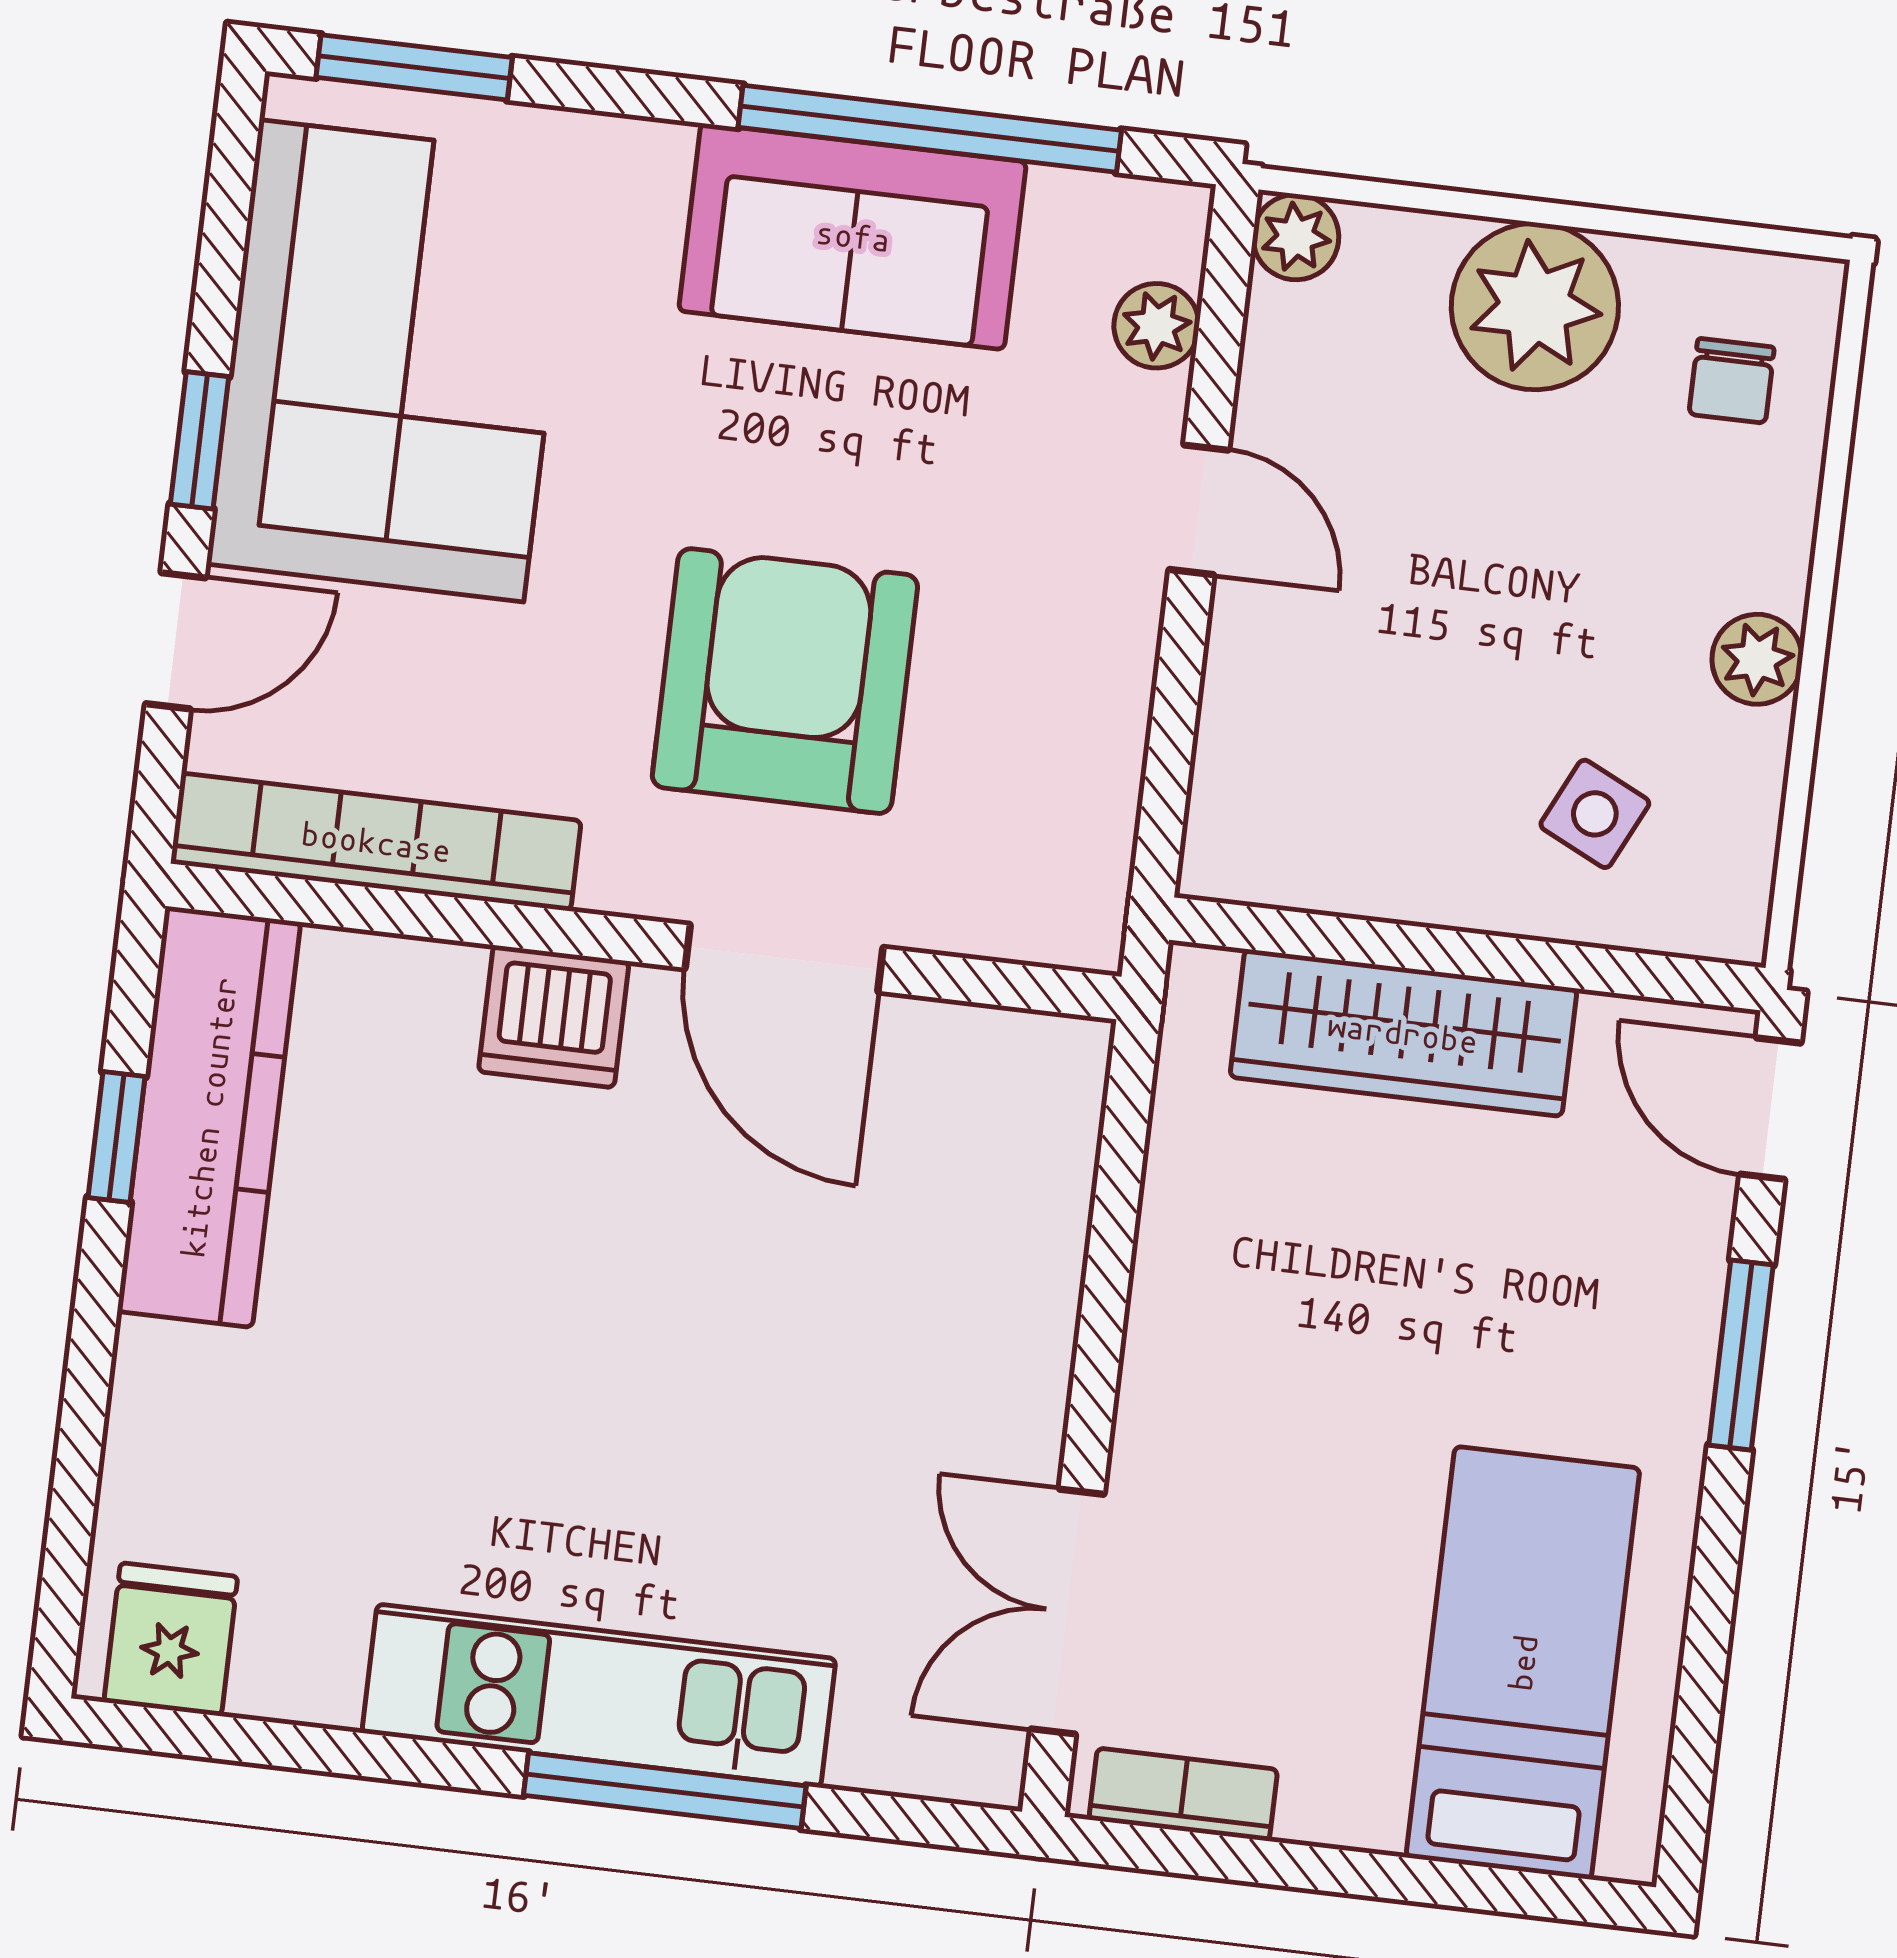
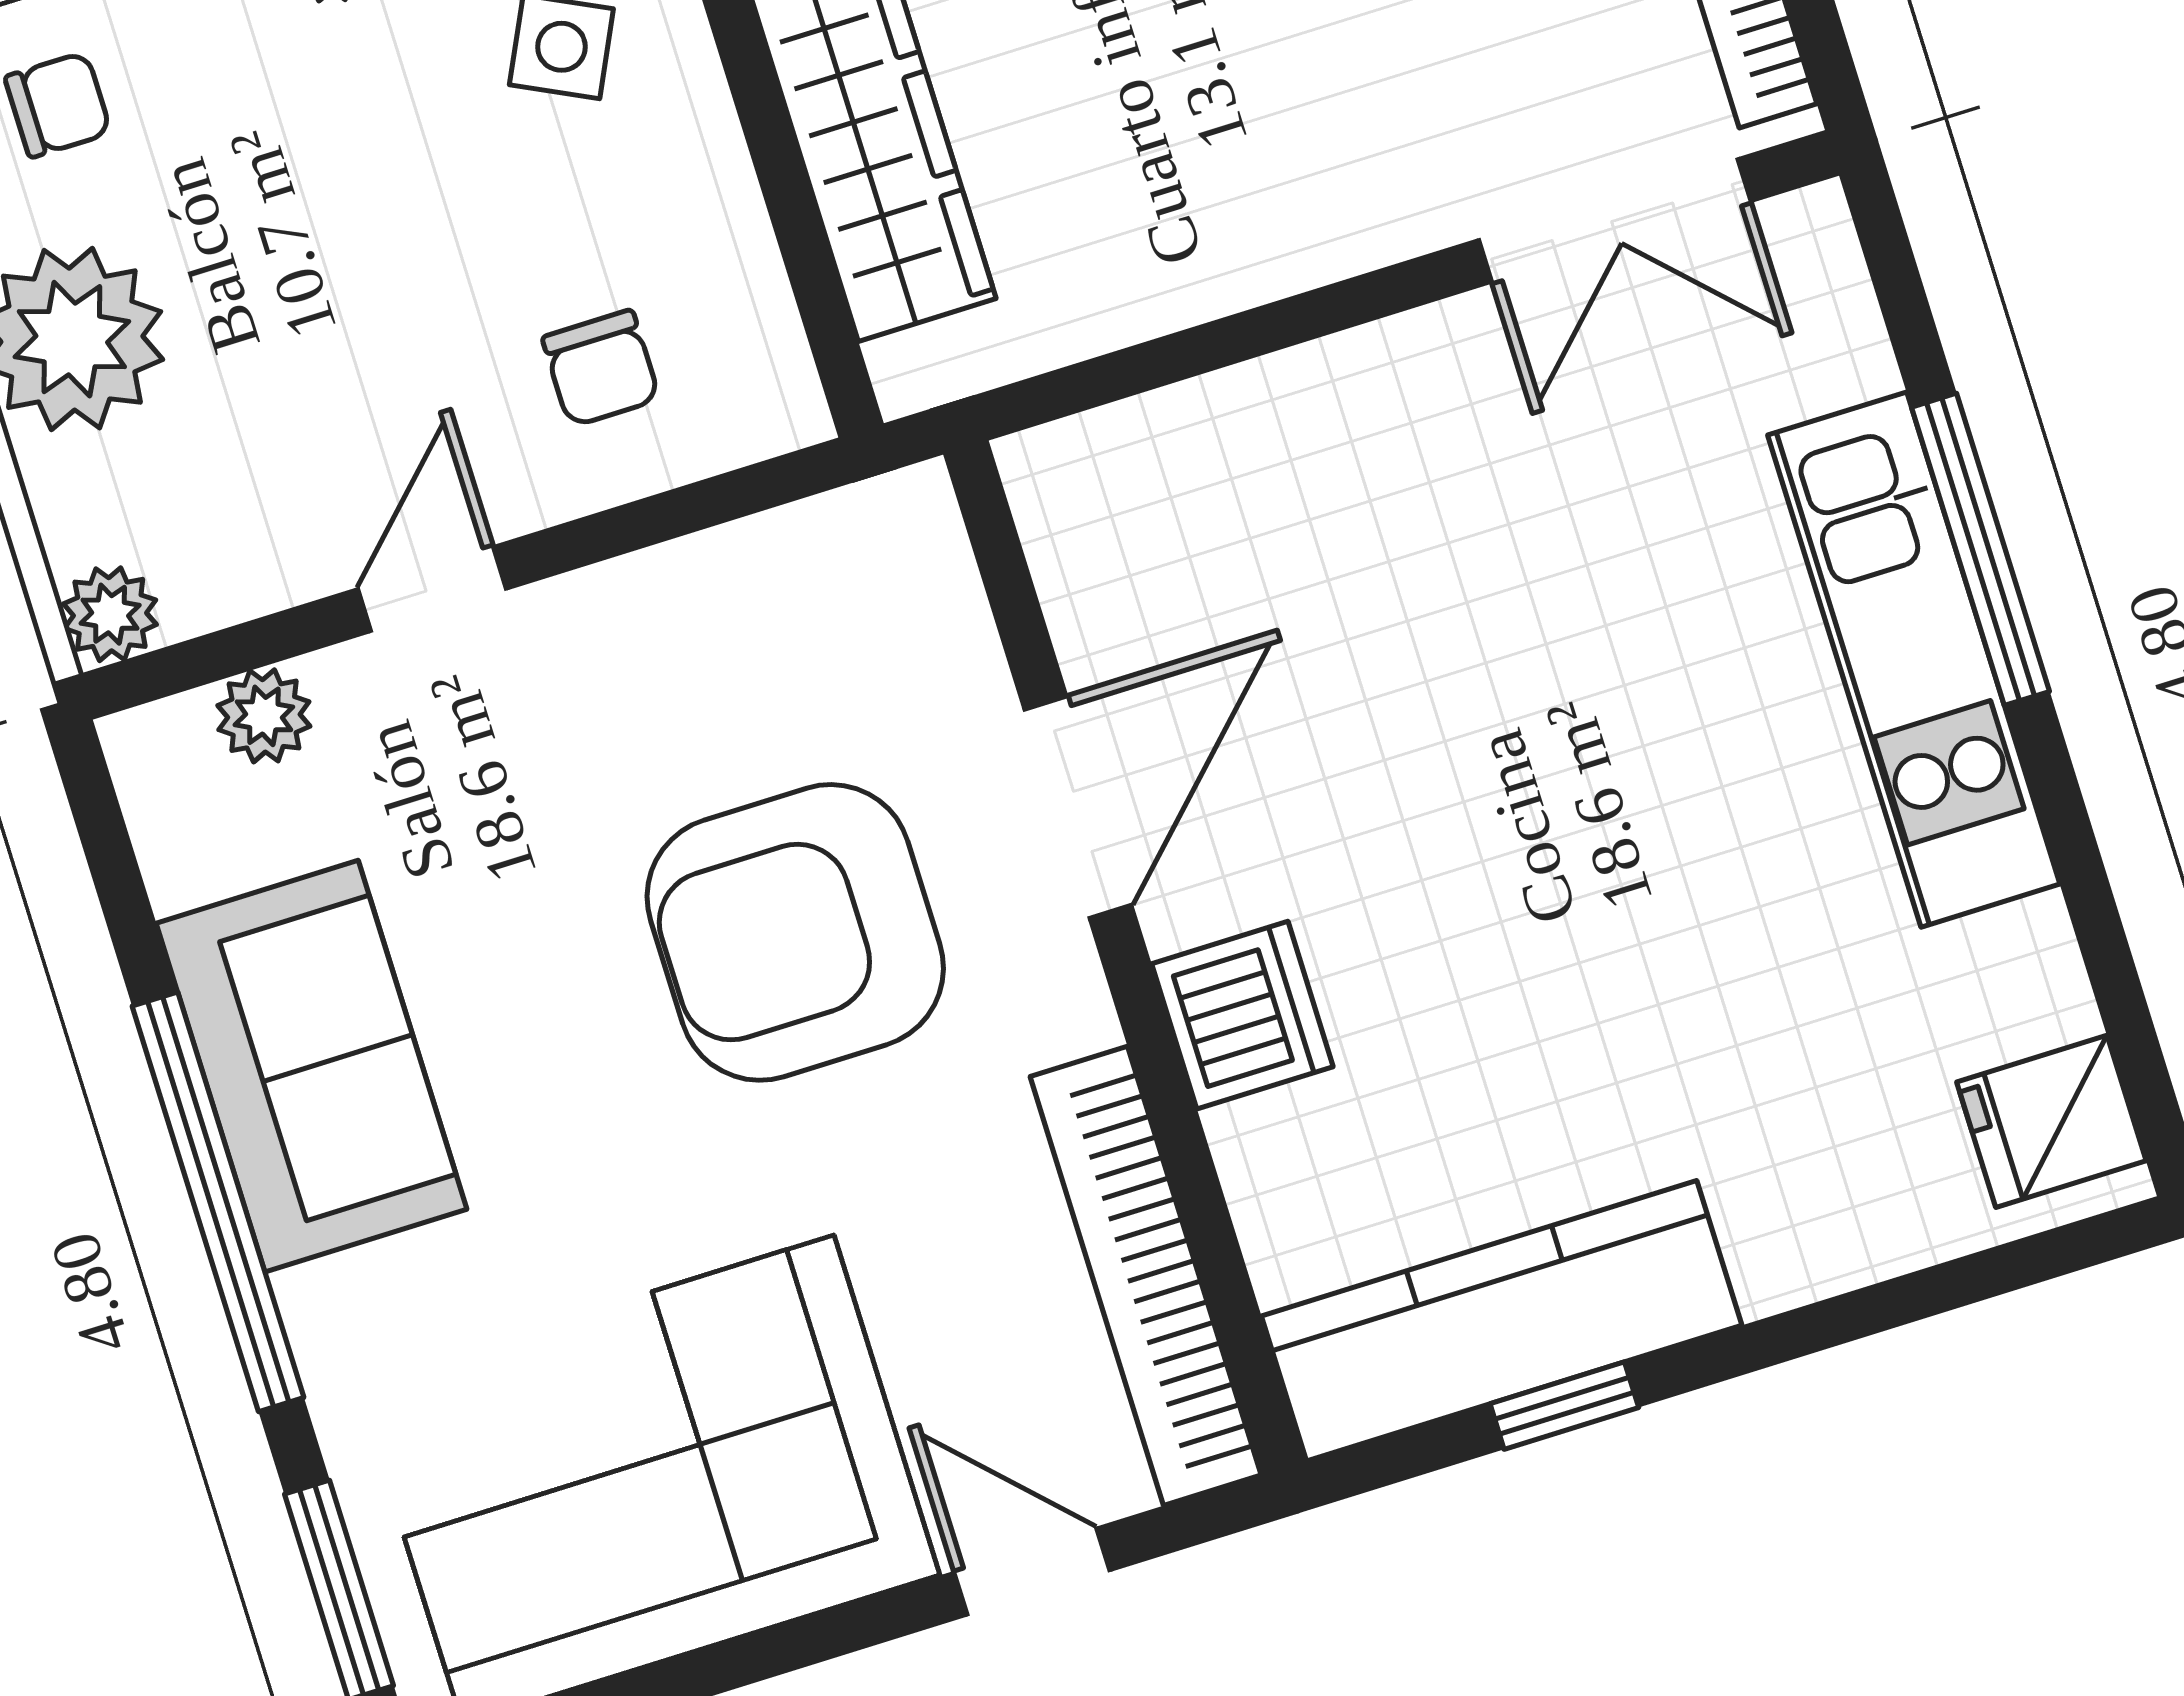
window: (930, 129) -> (218, 1202), moved
window: (200, 440) -> (817, 1638), removed
chair: (1317, 729) -> (601, 368), added

